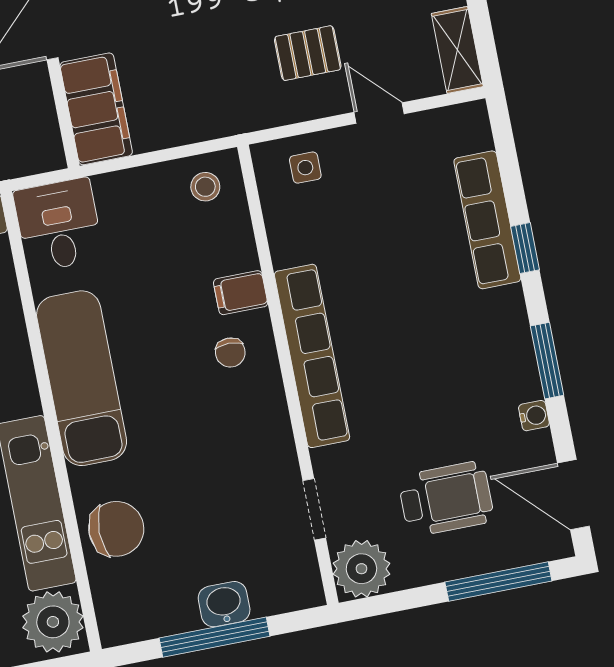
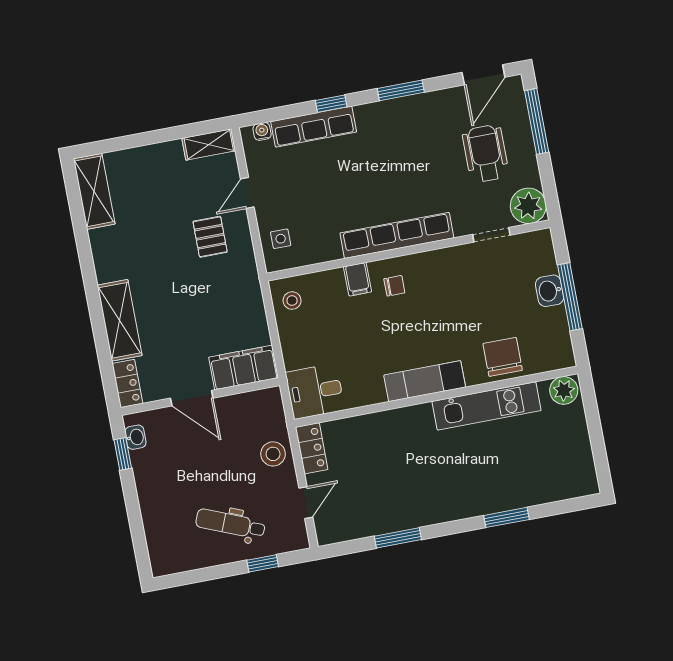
exam couch: (82, 378) -> (425, 381), width x0.73, depth x0.69
water cooler: (534, 416) -> (262, 131), moved
plant: (53, 622) -> (564, 390), width x0.73, depth x0.73

